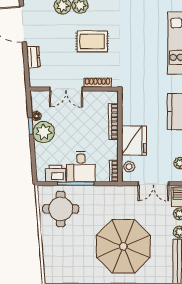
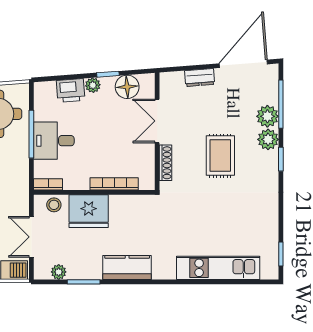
floor lamp: (36, 116) -> (127, 87), width x1.89, depth x1.89
plant: (44, 132) -> (93, 85), width x0.53, depth x0.53
printer: (56, 174) -> (71, 90), moved, turned 86

